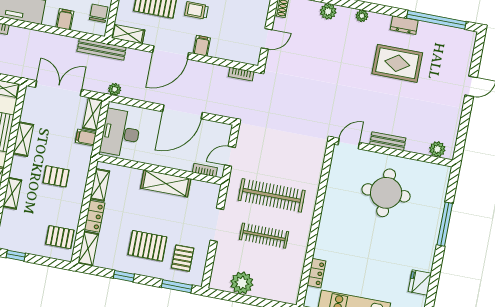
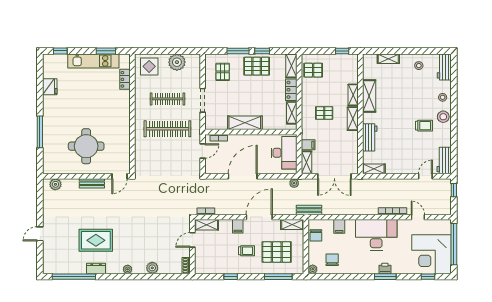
bench: (102, 49) -> (309, 210), width x0.73
shelving: (244, 56) -> (207, 225), added
shelving: (23, 139) -> (353, 119), moved
pallet: (147, 246) -> (257, 66), moved
display table: (280, 284) -> (149, 66), added
window: (177, 286) -> (238, 51), moved

